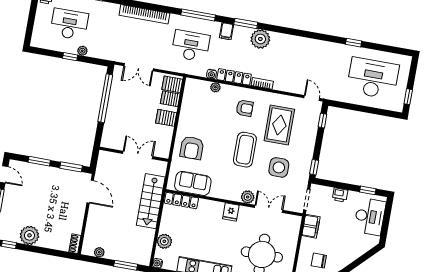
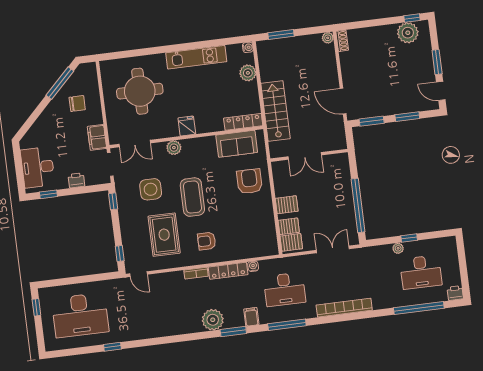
plant: (215, 87) -> (244, 253), removed
double door: (269, 209) -> (135, 144), moved
plant: (29, 235) -> (408, 33), moved
plant: (99, 252) -> (328, 38), moved

